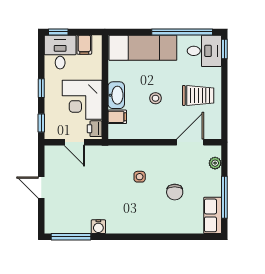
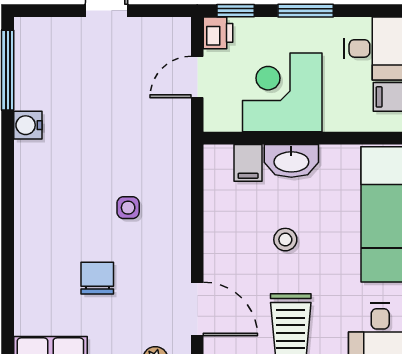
window: (41, 88) -> (306, 11), width x1.50
printer: (95, 129) -> (218, 33), moved, turned 90
chair: (175, 192) -> (97, 278), turned 90

